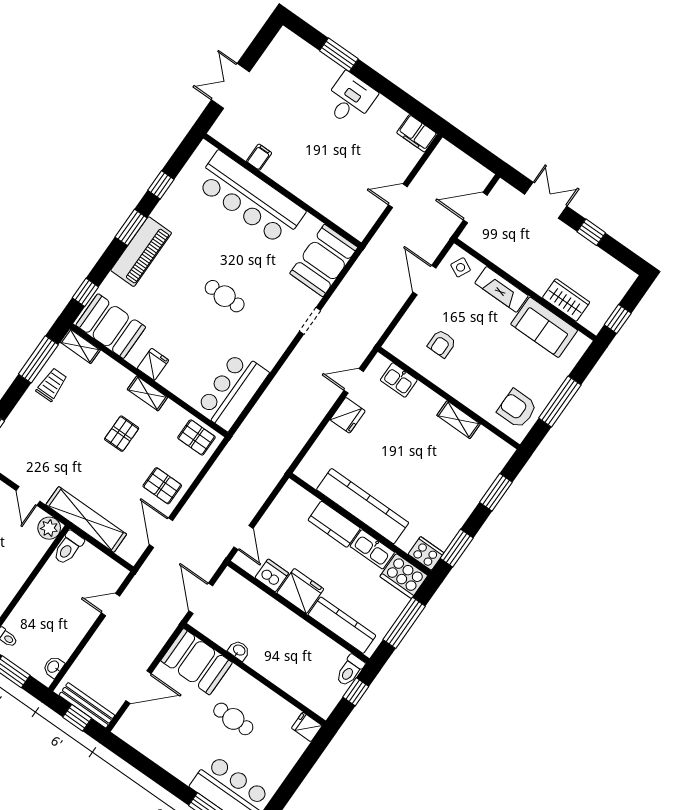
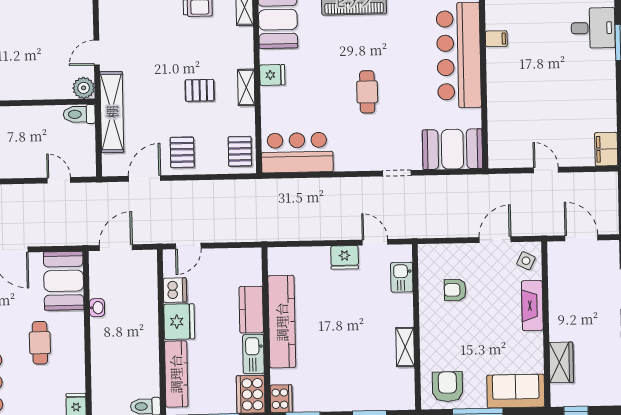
desk: (350, 99) -> (593, 28), moved
sofa: (544, 327) -> (516, 391), moved, turned 90

